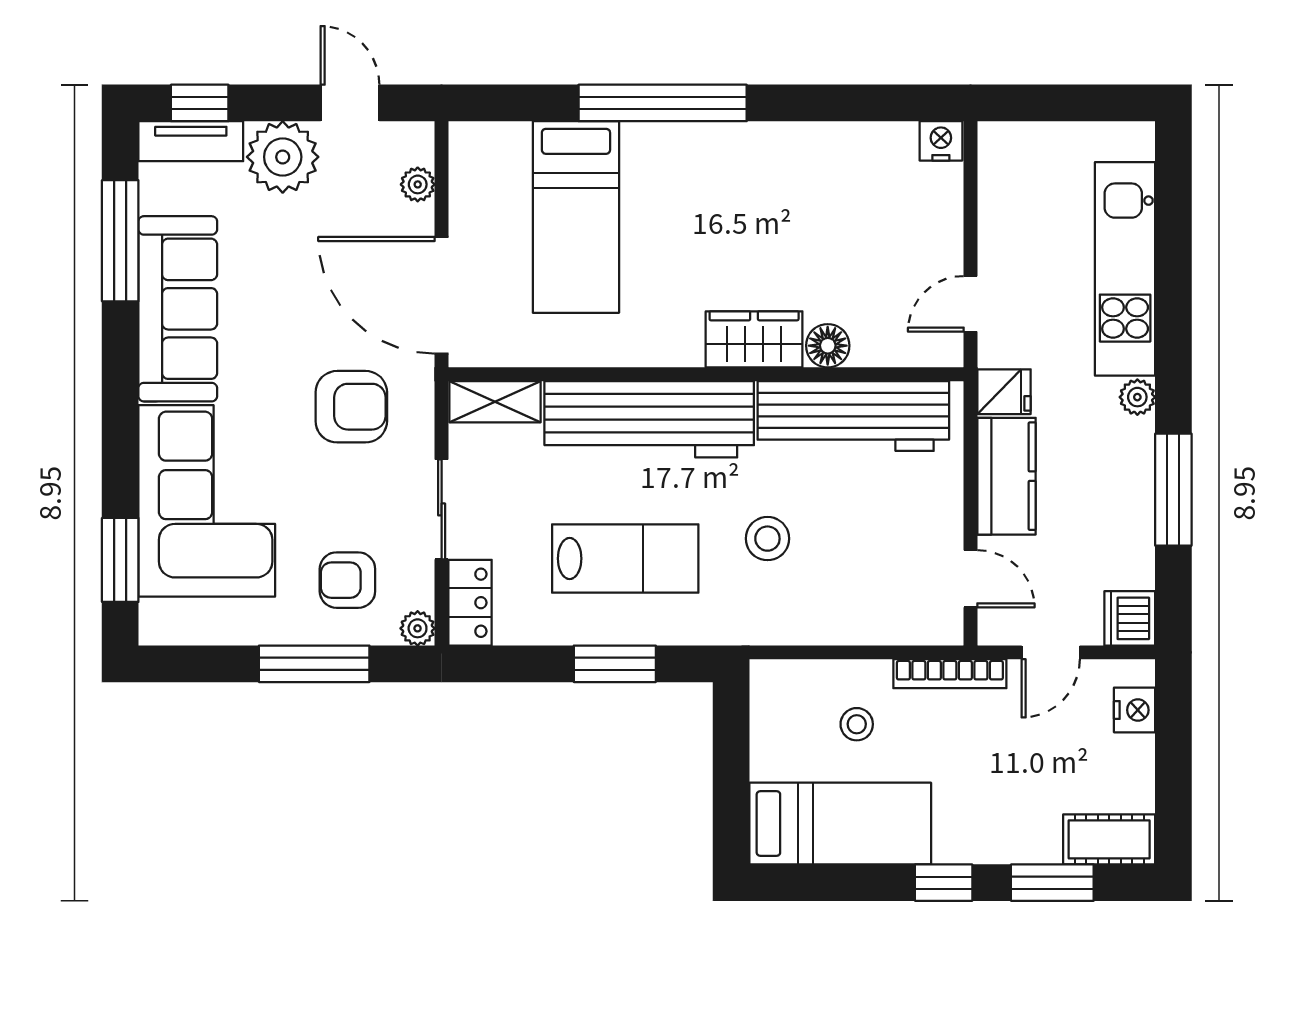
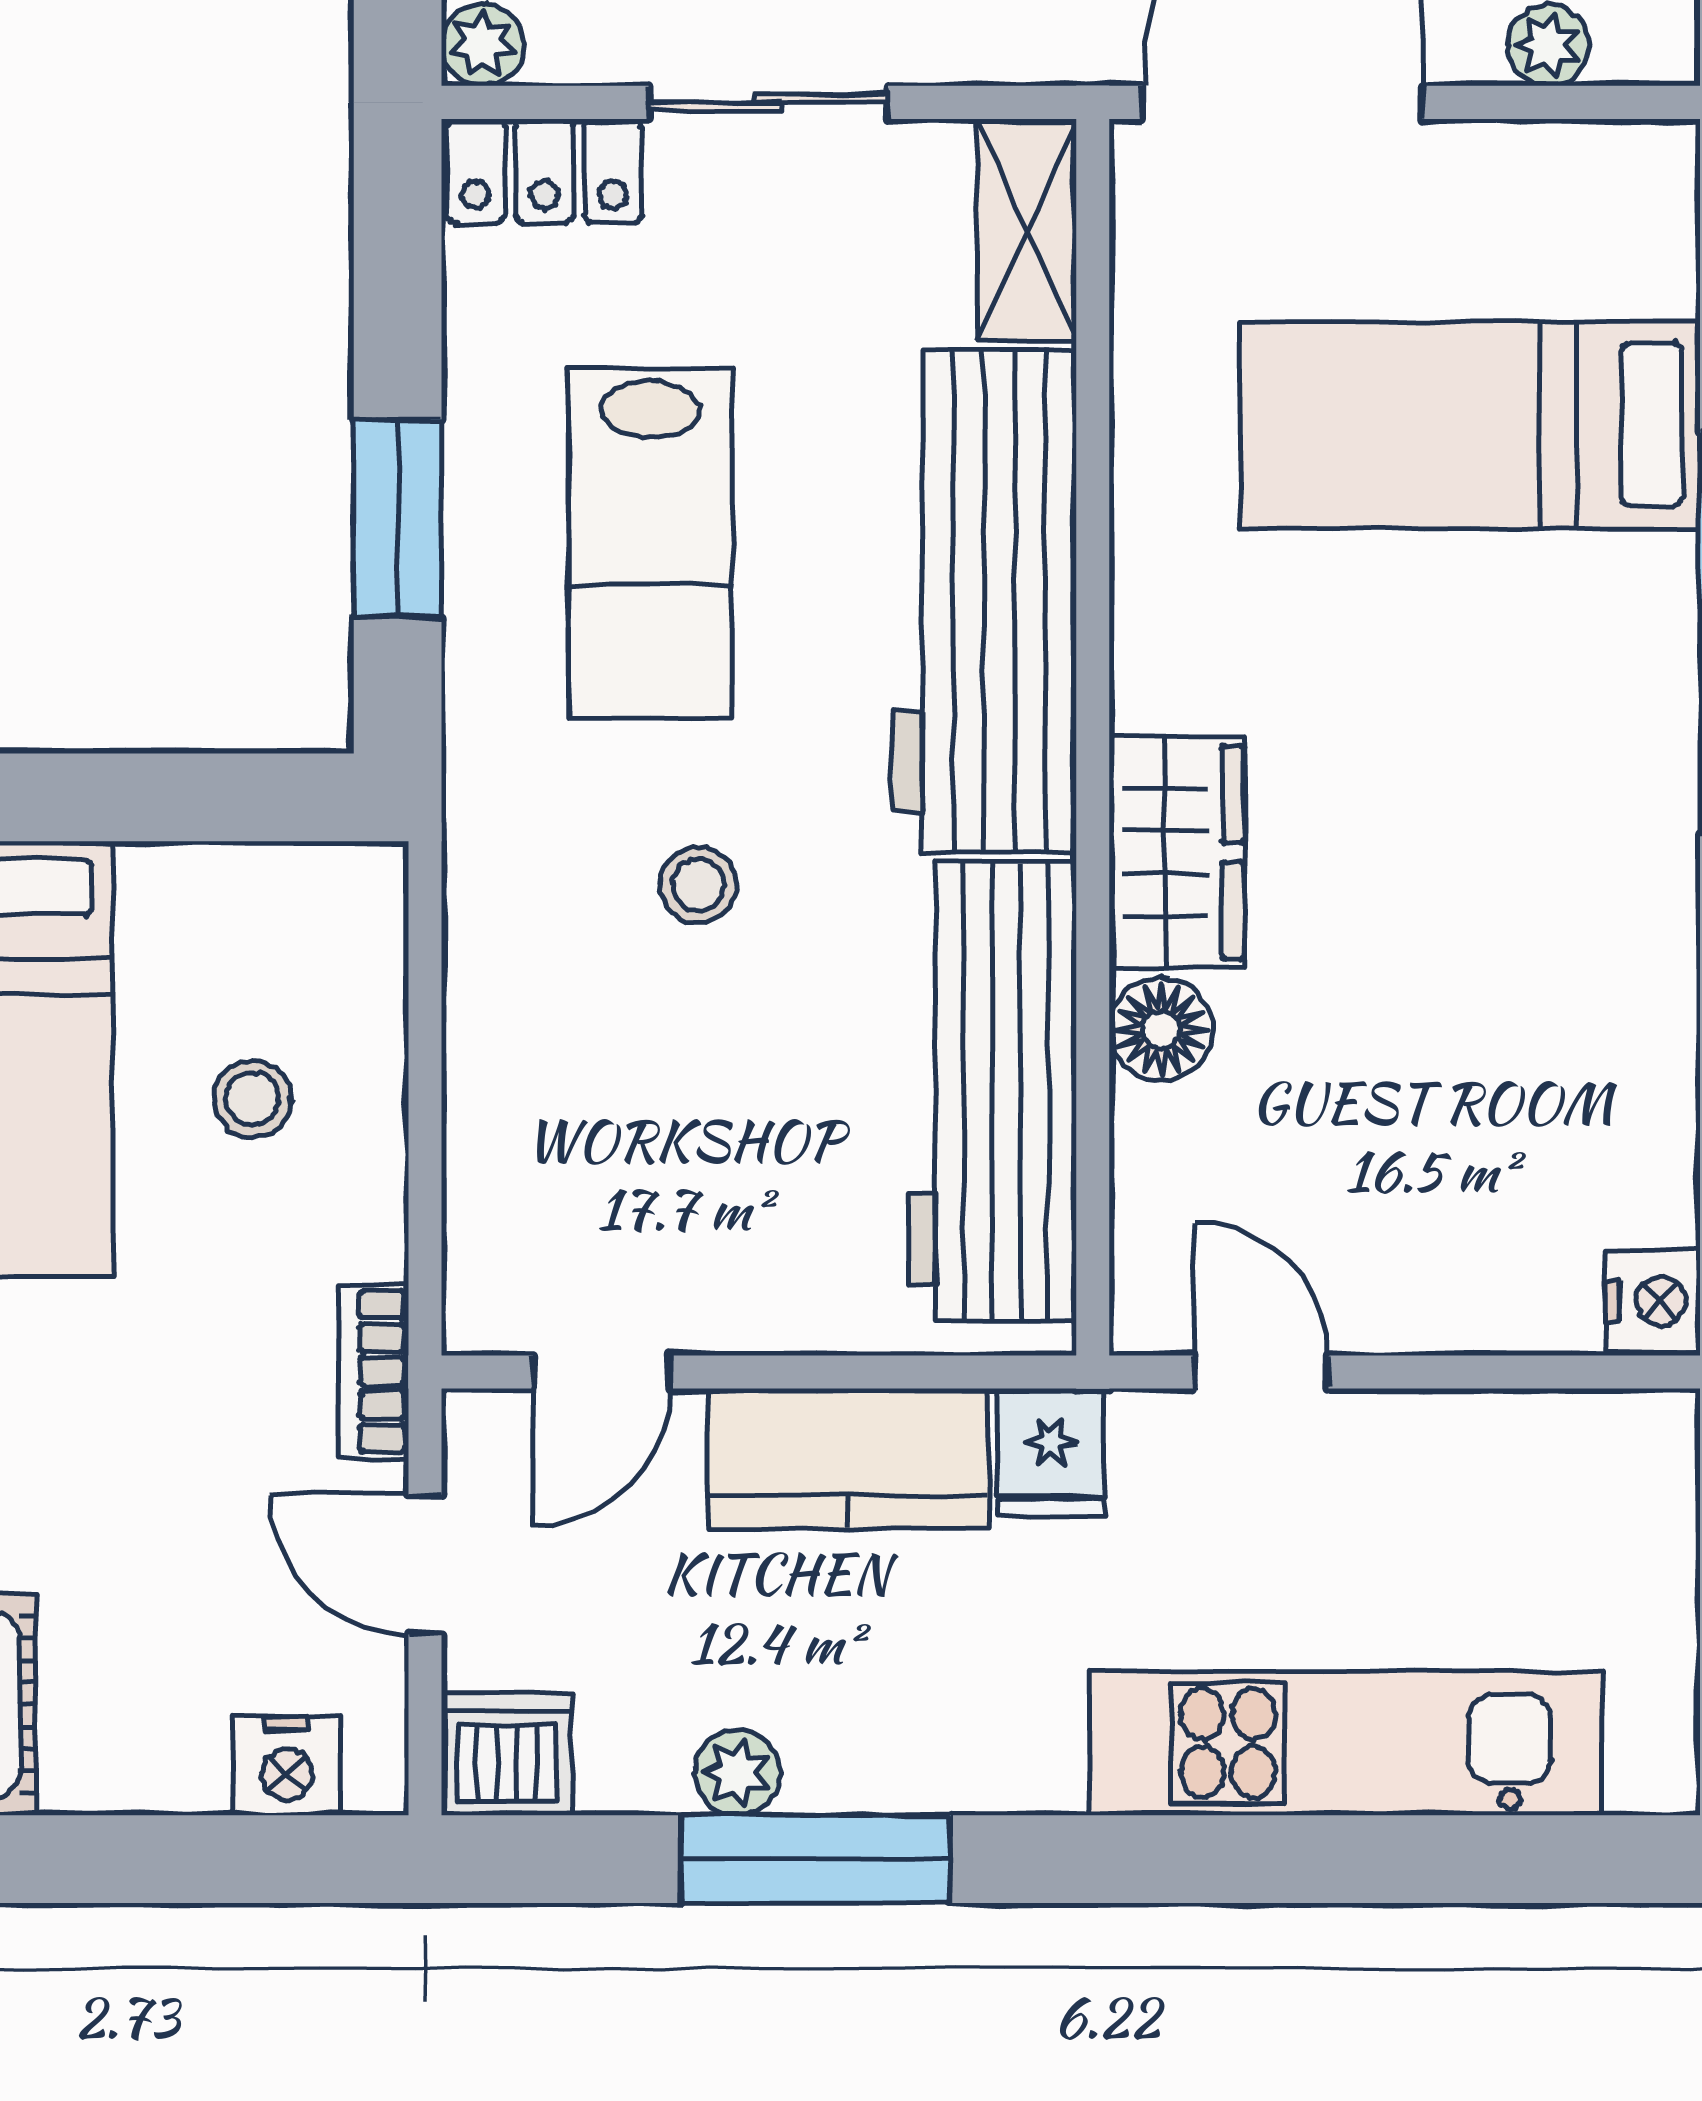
plant: (1137, 397) -> (737, 1773), moved
stool: (767, 539) -> (698, 885), width x0.73, depth x0.73
bookcase: (950, 674) -> (374, 1371), width x0.64

